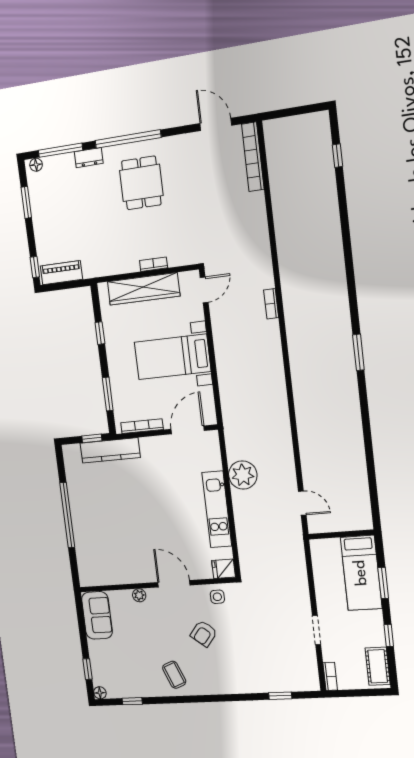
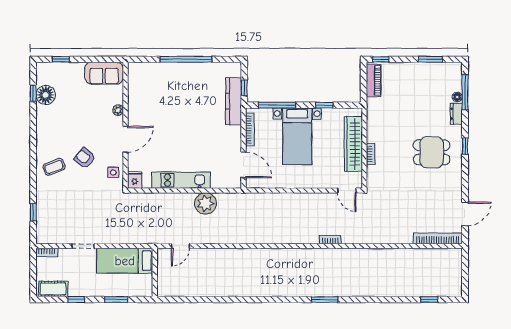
window: (128, 139) -> (465, 146), width x0.32
floor lamp: (36, 165) -> (457, 97), moved
window: (358, 352) -> (325, 300), moved
bed with nightstands: (172, 357) -> (297, 136), moved, turned 180
window: (108, 394) -> (277, 105), width x1.44
bed: (361, 573) -> (125, 261), moved
coffee table: (174, 675) -> (54, 167), moved
floor lamp: (100, 693) -> (46, 95), moved, width x1.89, depth x1.89

